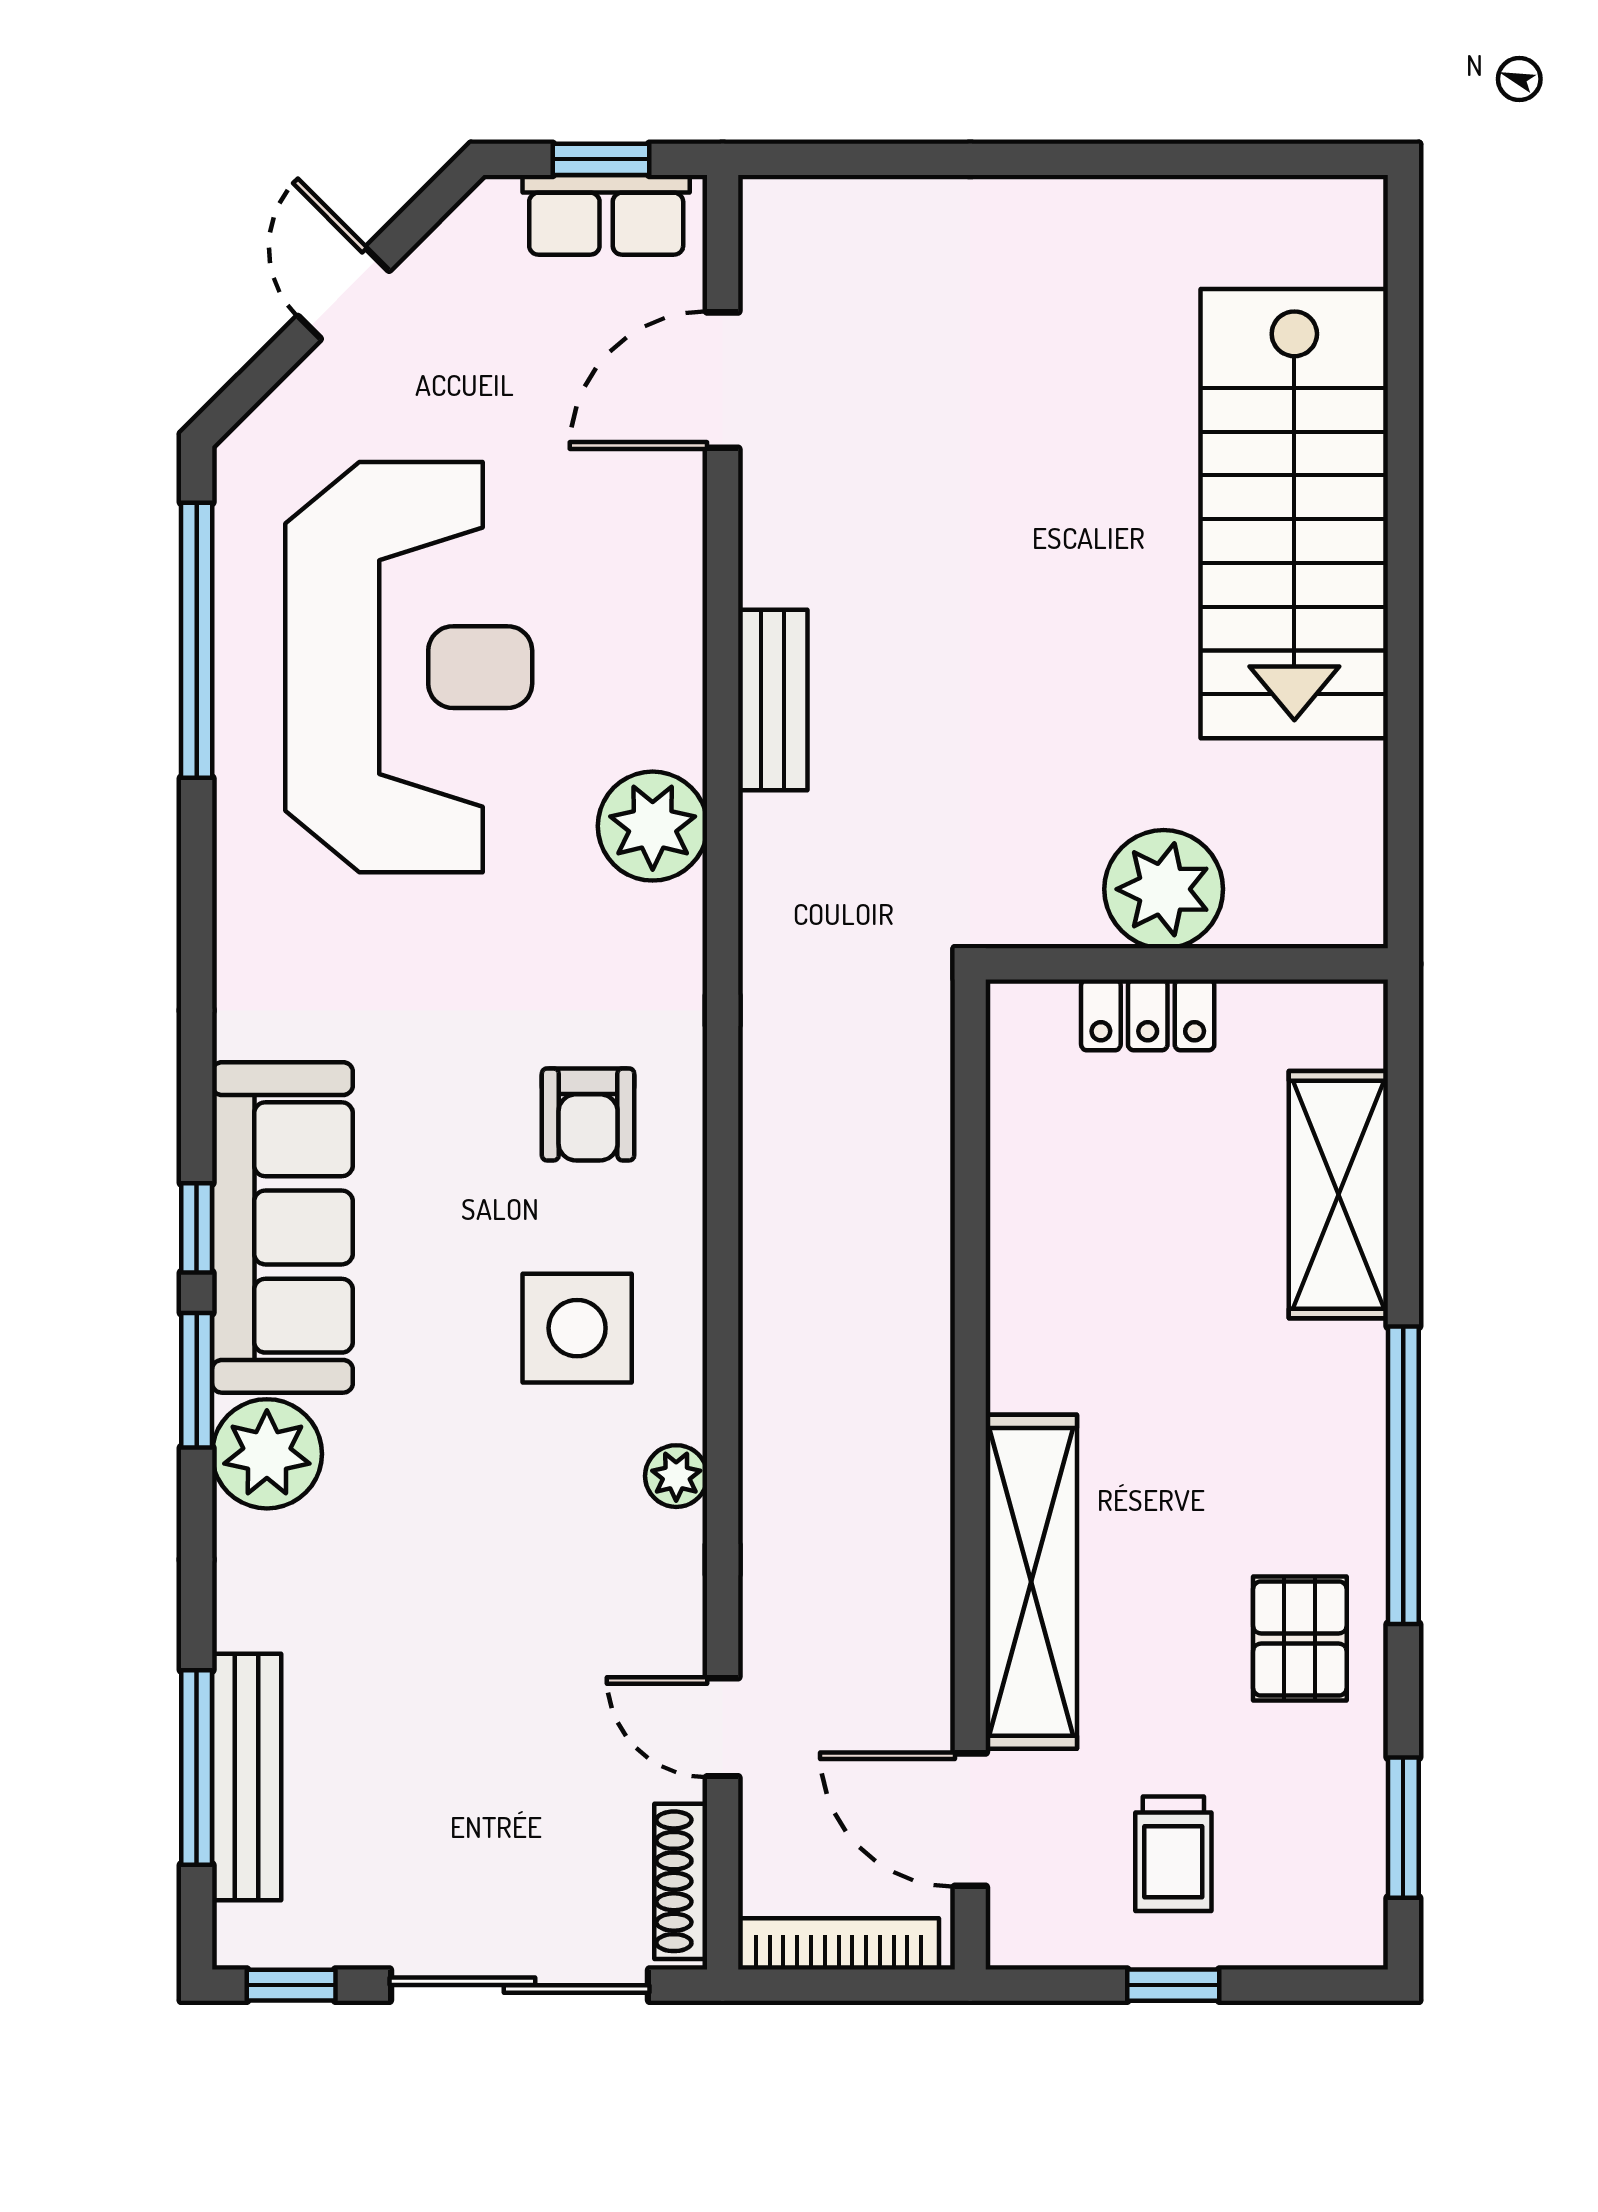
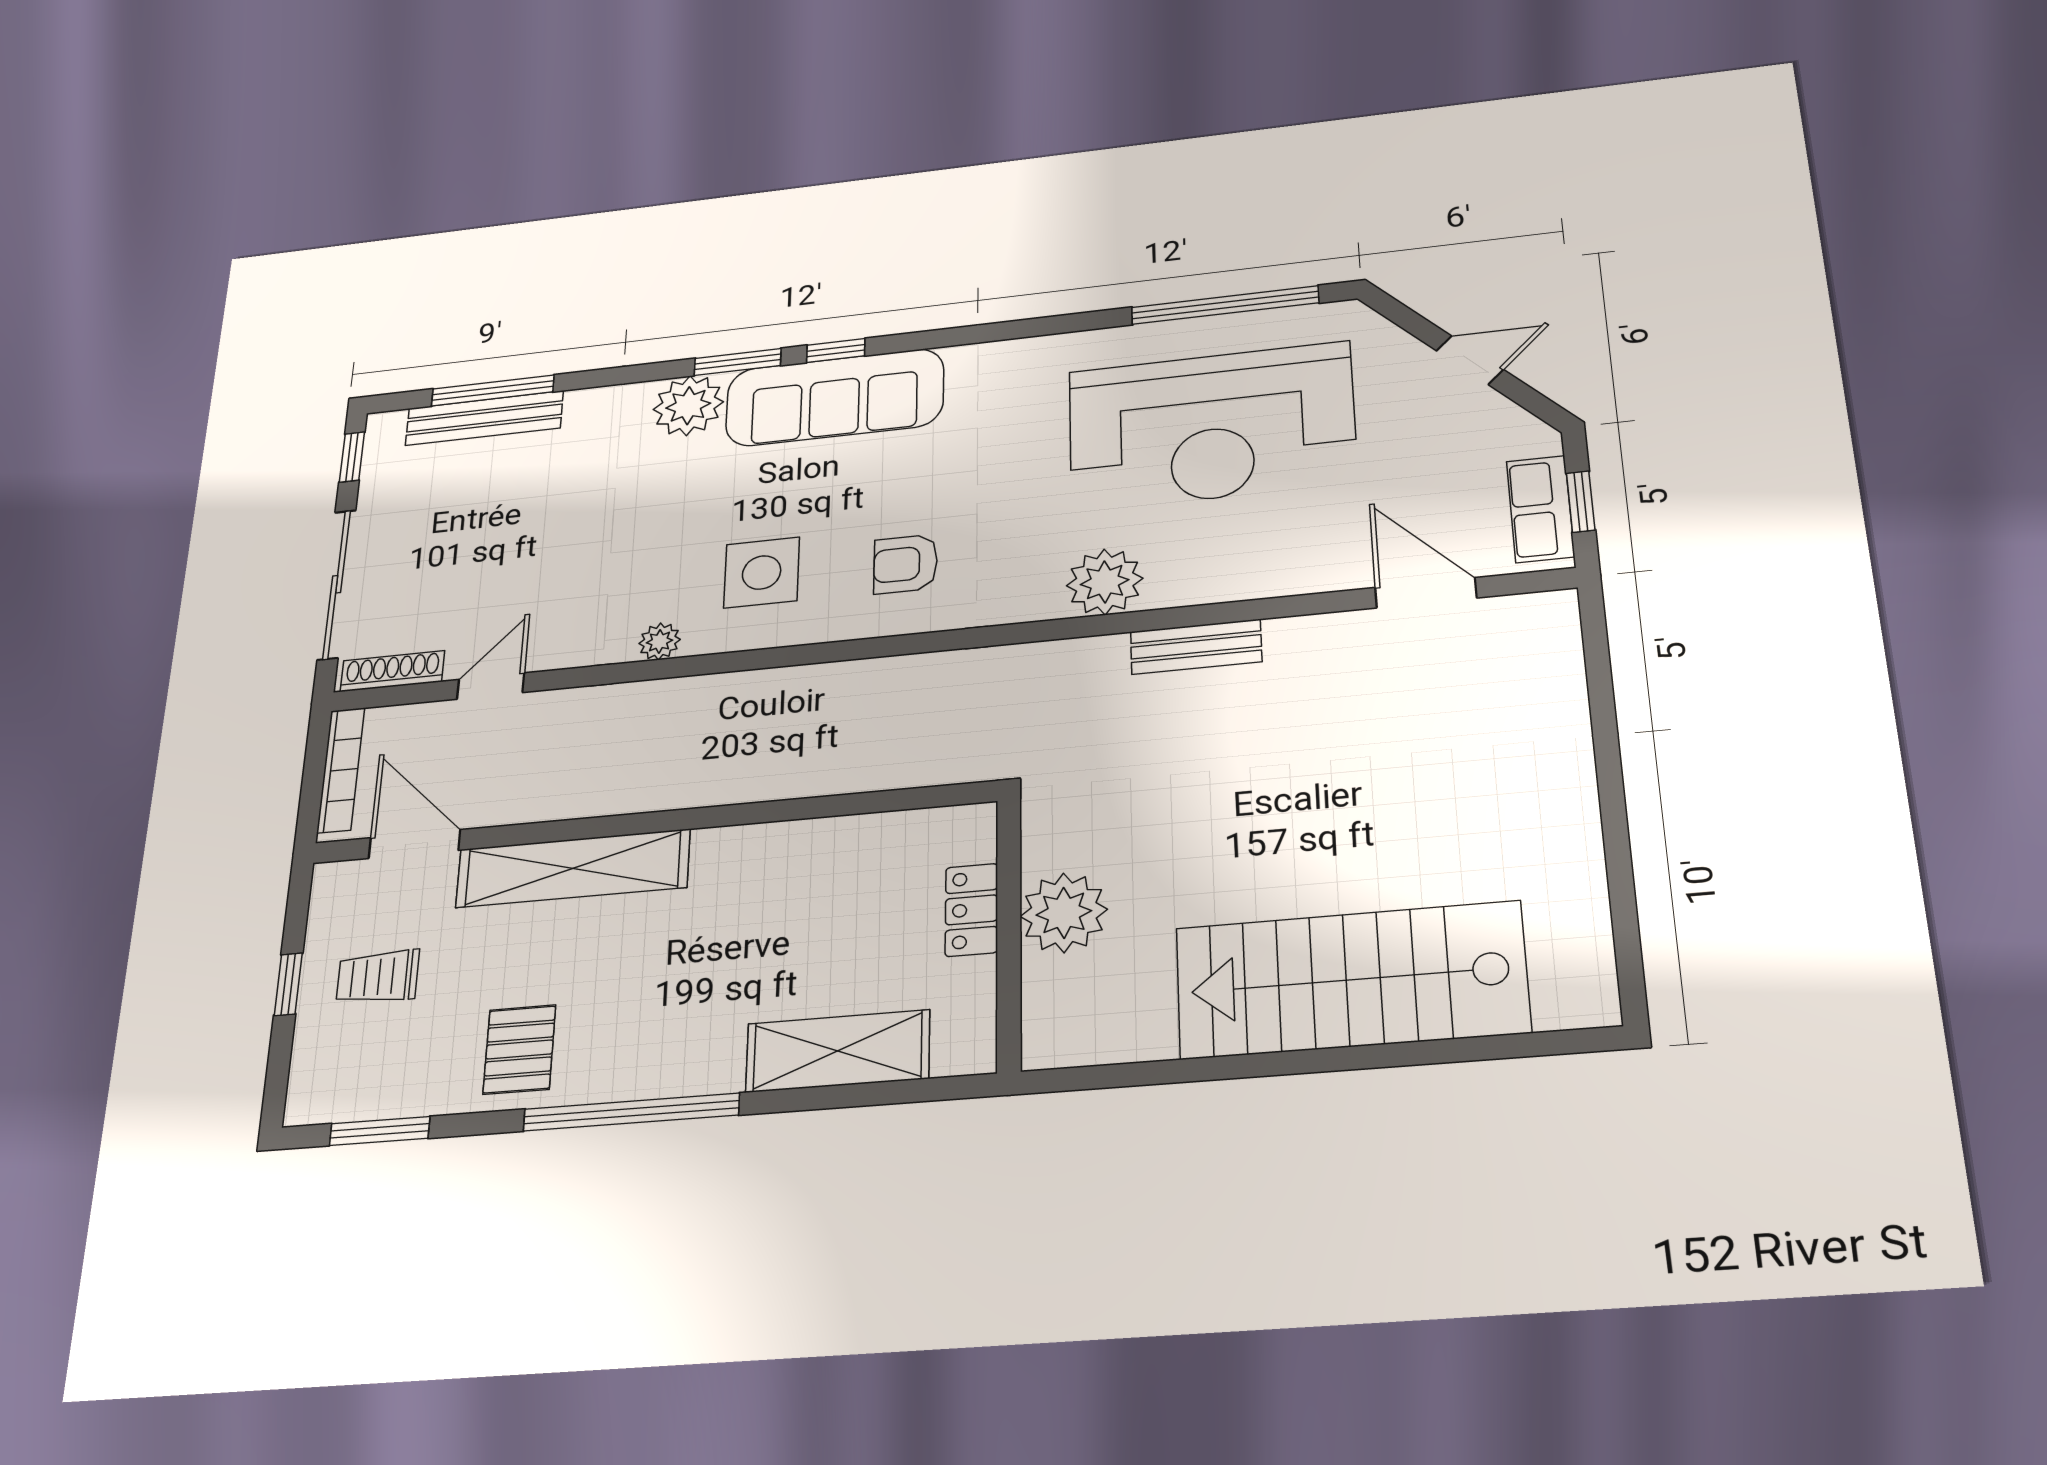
pallet: (1300, 1639) -> (519, 1049), turned 90
door: (970, 1820) -> (414, 844), hinge flipped

